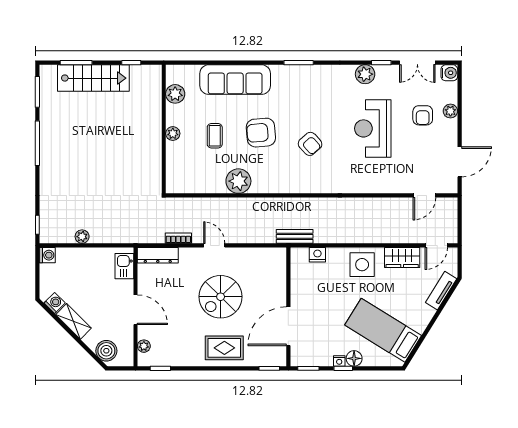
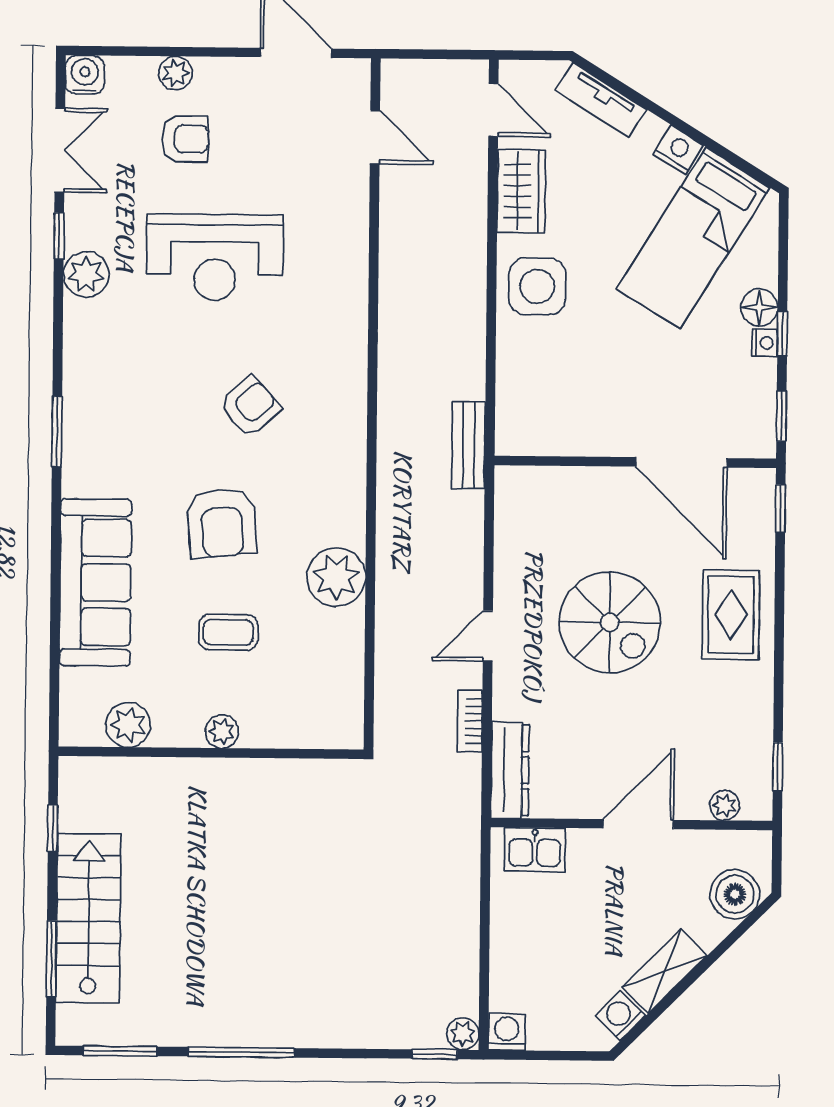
plant: (82, 237) -> (463, 1034), moved
nightstand: (317, 255) -> (678, 150), moved, turned 122

